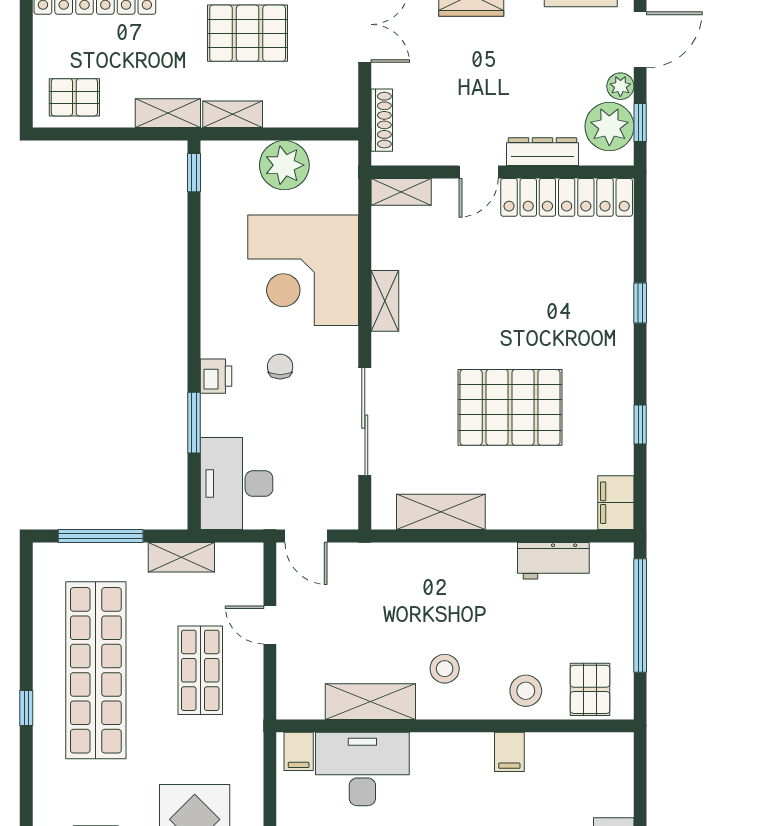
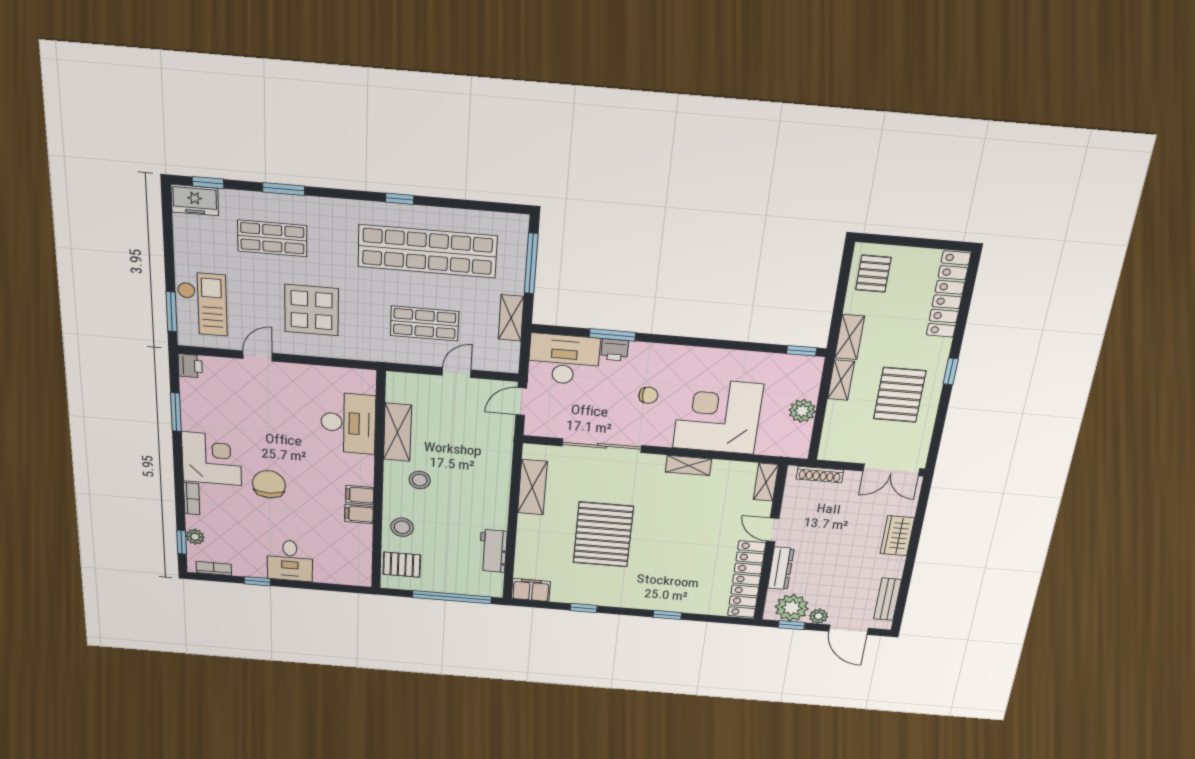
plant: (284, 165) -> (802, 411), width x0.73, depth x0.73
printer: (216, 376) -> (615, 350), moved
filing cabinet: (299, 751) -> (360, 495), moved

